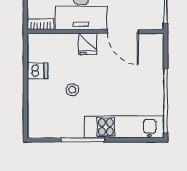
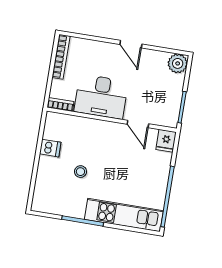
door: (123, 31) -> (138, 124), width x0.73
fridge: (88, 44) -> (166, 141), moved

